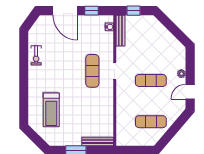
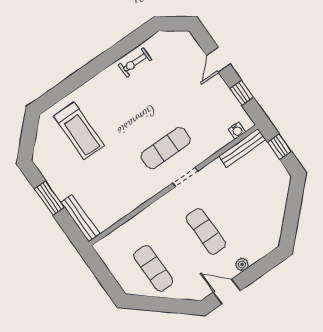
door: (65, 11) -> (218, 60), width x0.53
treadmill: (51, 110) -> (79, 131), turned -90

